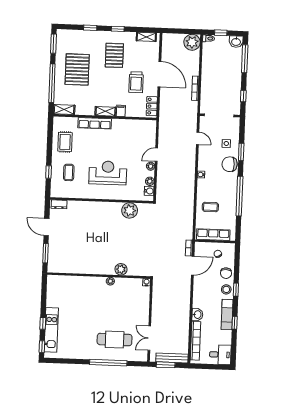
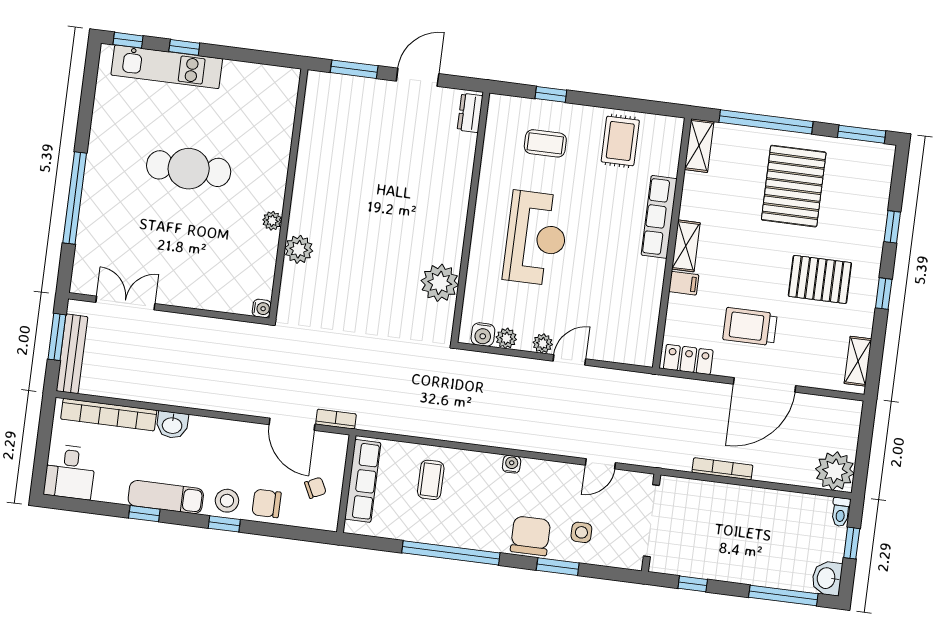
pallet: (77, 69) -> (794, 186), turned 90
rug: (65, 142) -> (620, 141), turned 90
door: (156, 155) -> (569, 360), hinge flipped
cafe table: (115, 340) -> (189, 169), moved, turned 90

